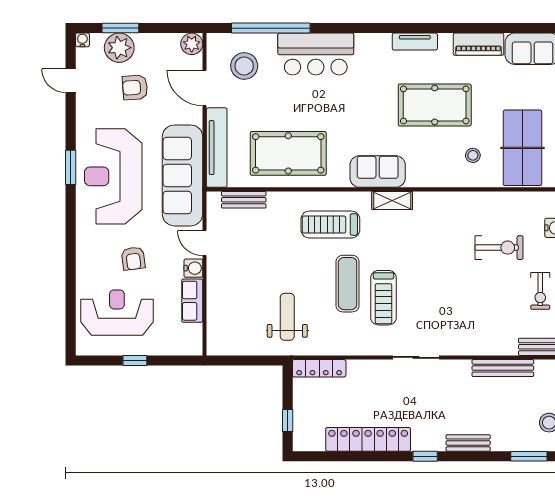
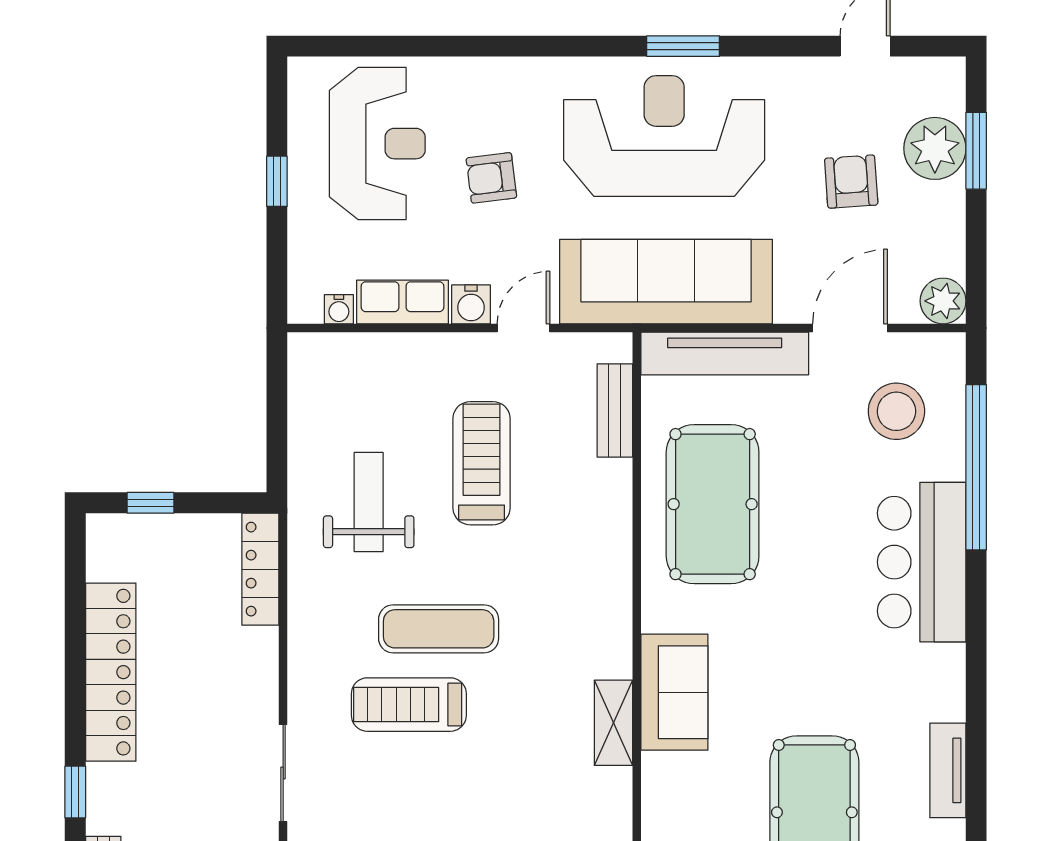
water cooler: (82, 40) -> (339, 309), moved, turned 90
treadmill: (330, 225) -> (482, 463), moved
weight bench: (287, 317) -> (369, 502), turned -90

